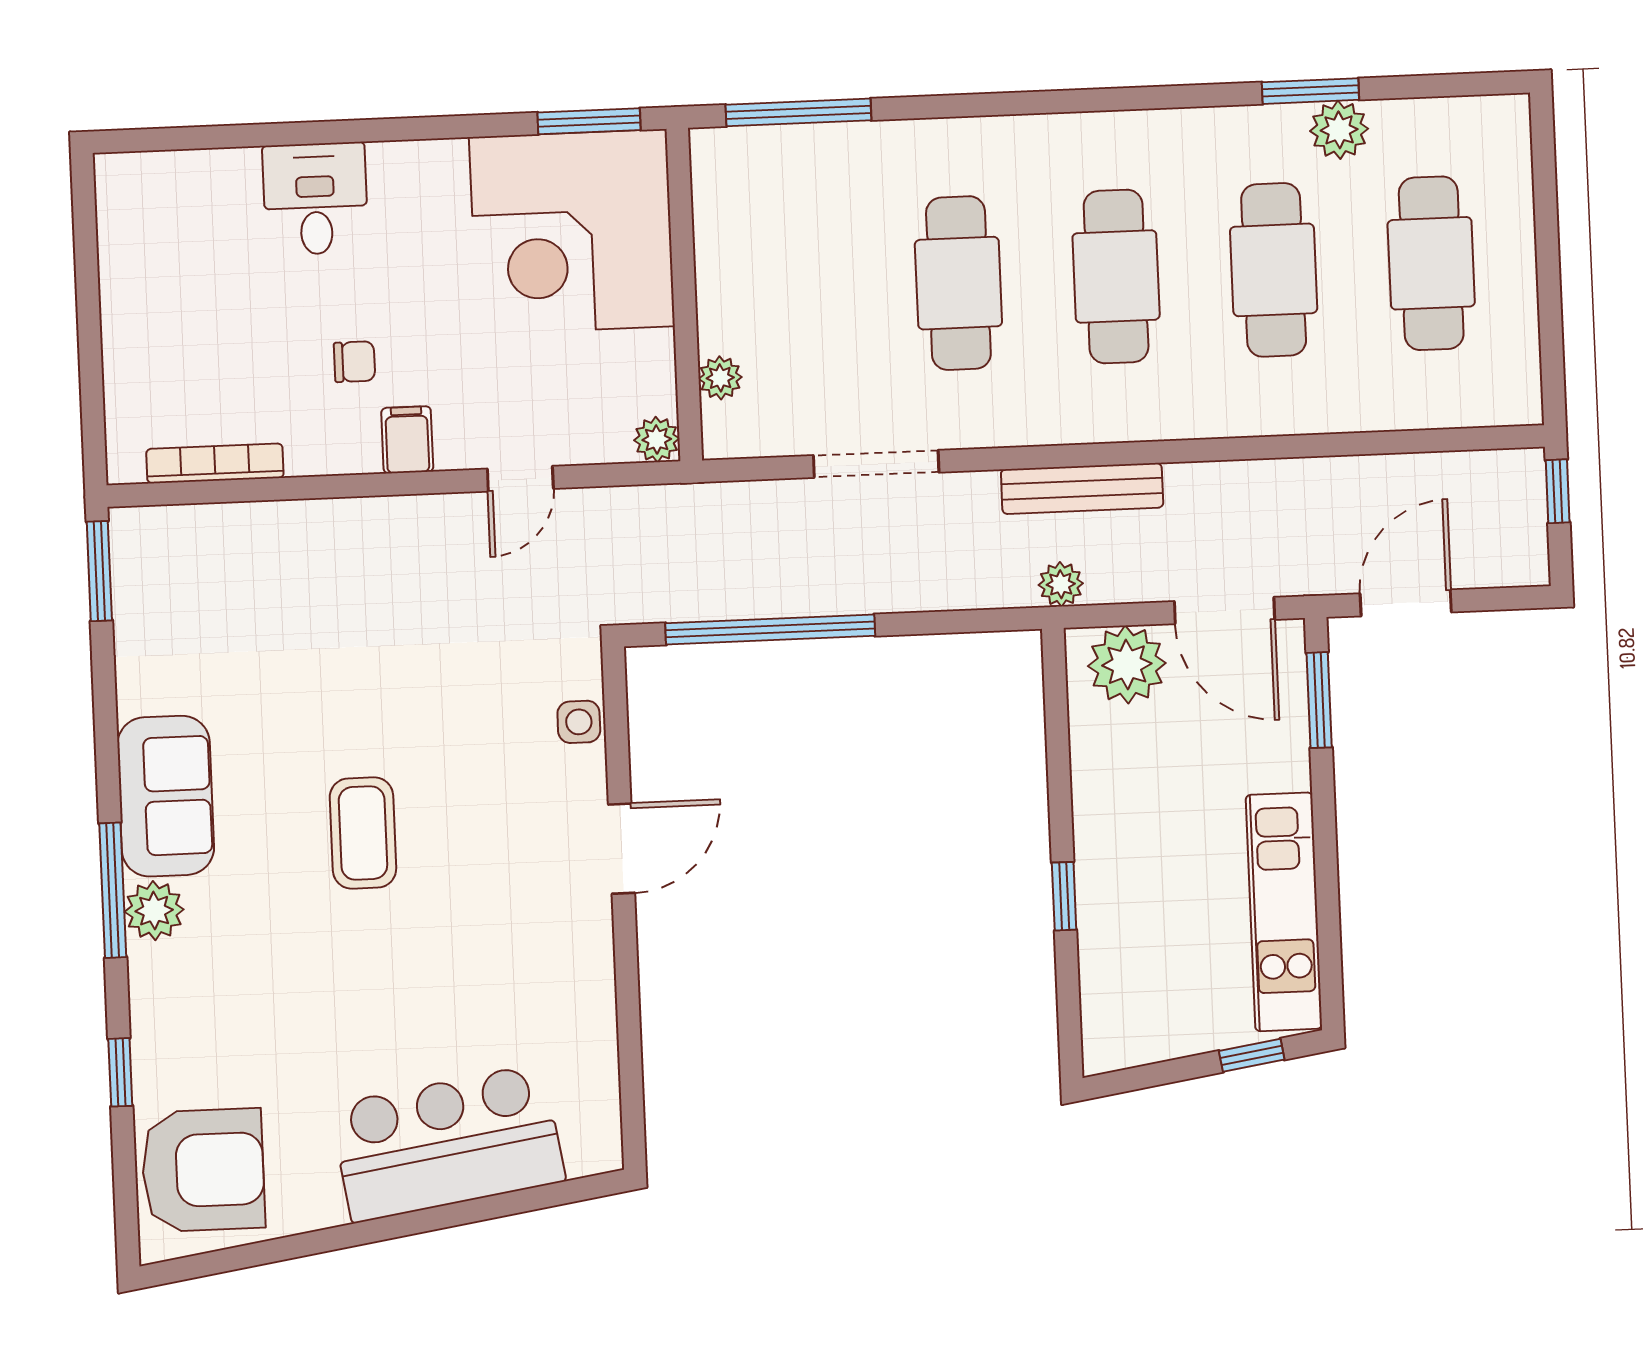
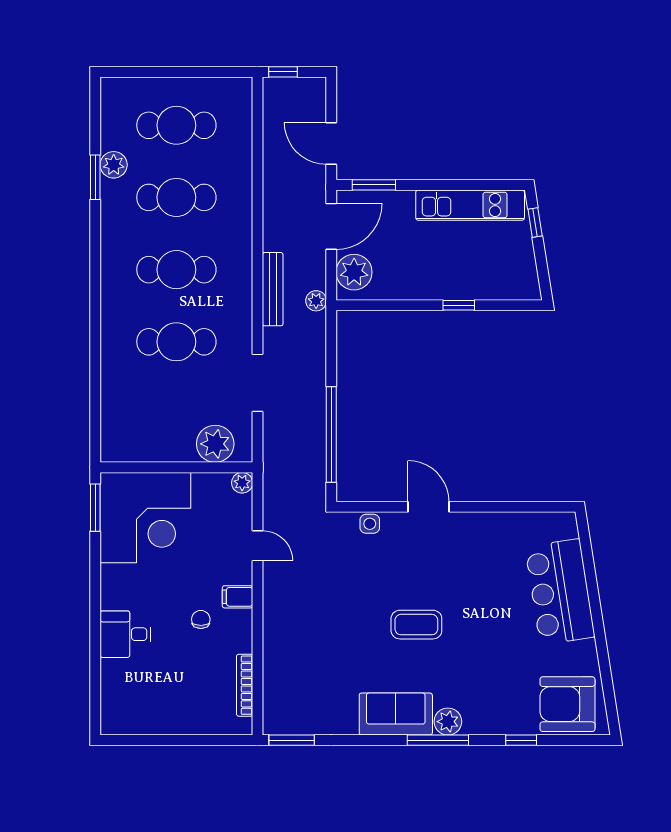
window: (798, 112) -> (95, 412), removed
plant: (720, 378) -> (215, 444), width x1.88, depth x1.88
armchair: (203, 1170) -> (567, 704), turned -90

